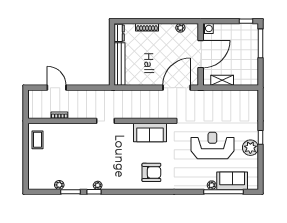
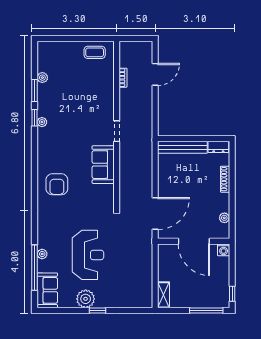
shelving: (222, 80) -> (164, 295), moved
door: (177, 88) -> (155, 214), hinge flipped
sofa: (150, 132) -> (103, 165), moved
sofa: (232, 181) -> (47, 290), moved

